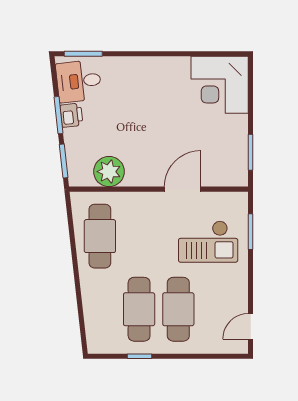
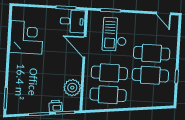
desk: (79, 81) -> (73, 21), moved, turned -84
corner desk: (220, 85) -> (26, 37), moved, turned -90
printer: (71, 115) -> (56, 106), moved
cafe table: (139, 236) -> (109, 73), added
checkout: (208, 242) -> (115, 34), turned 180

